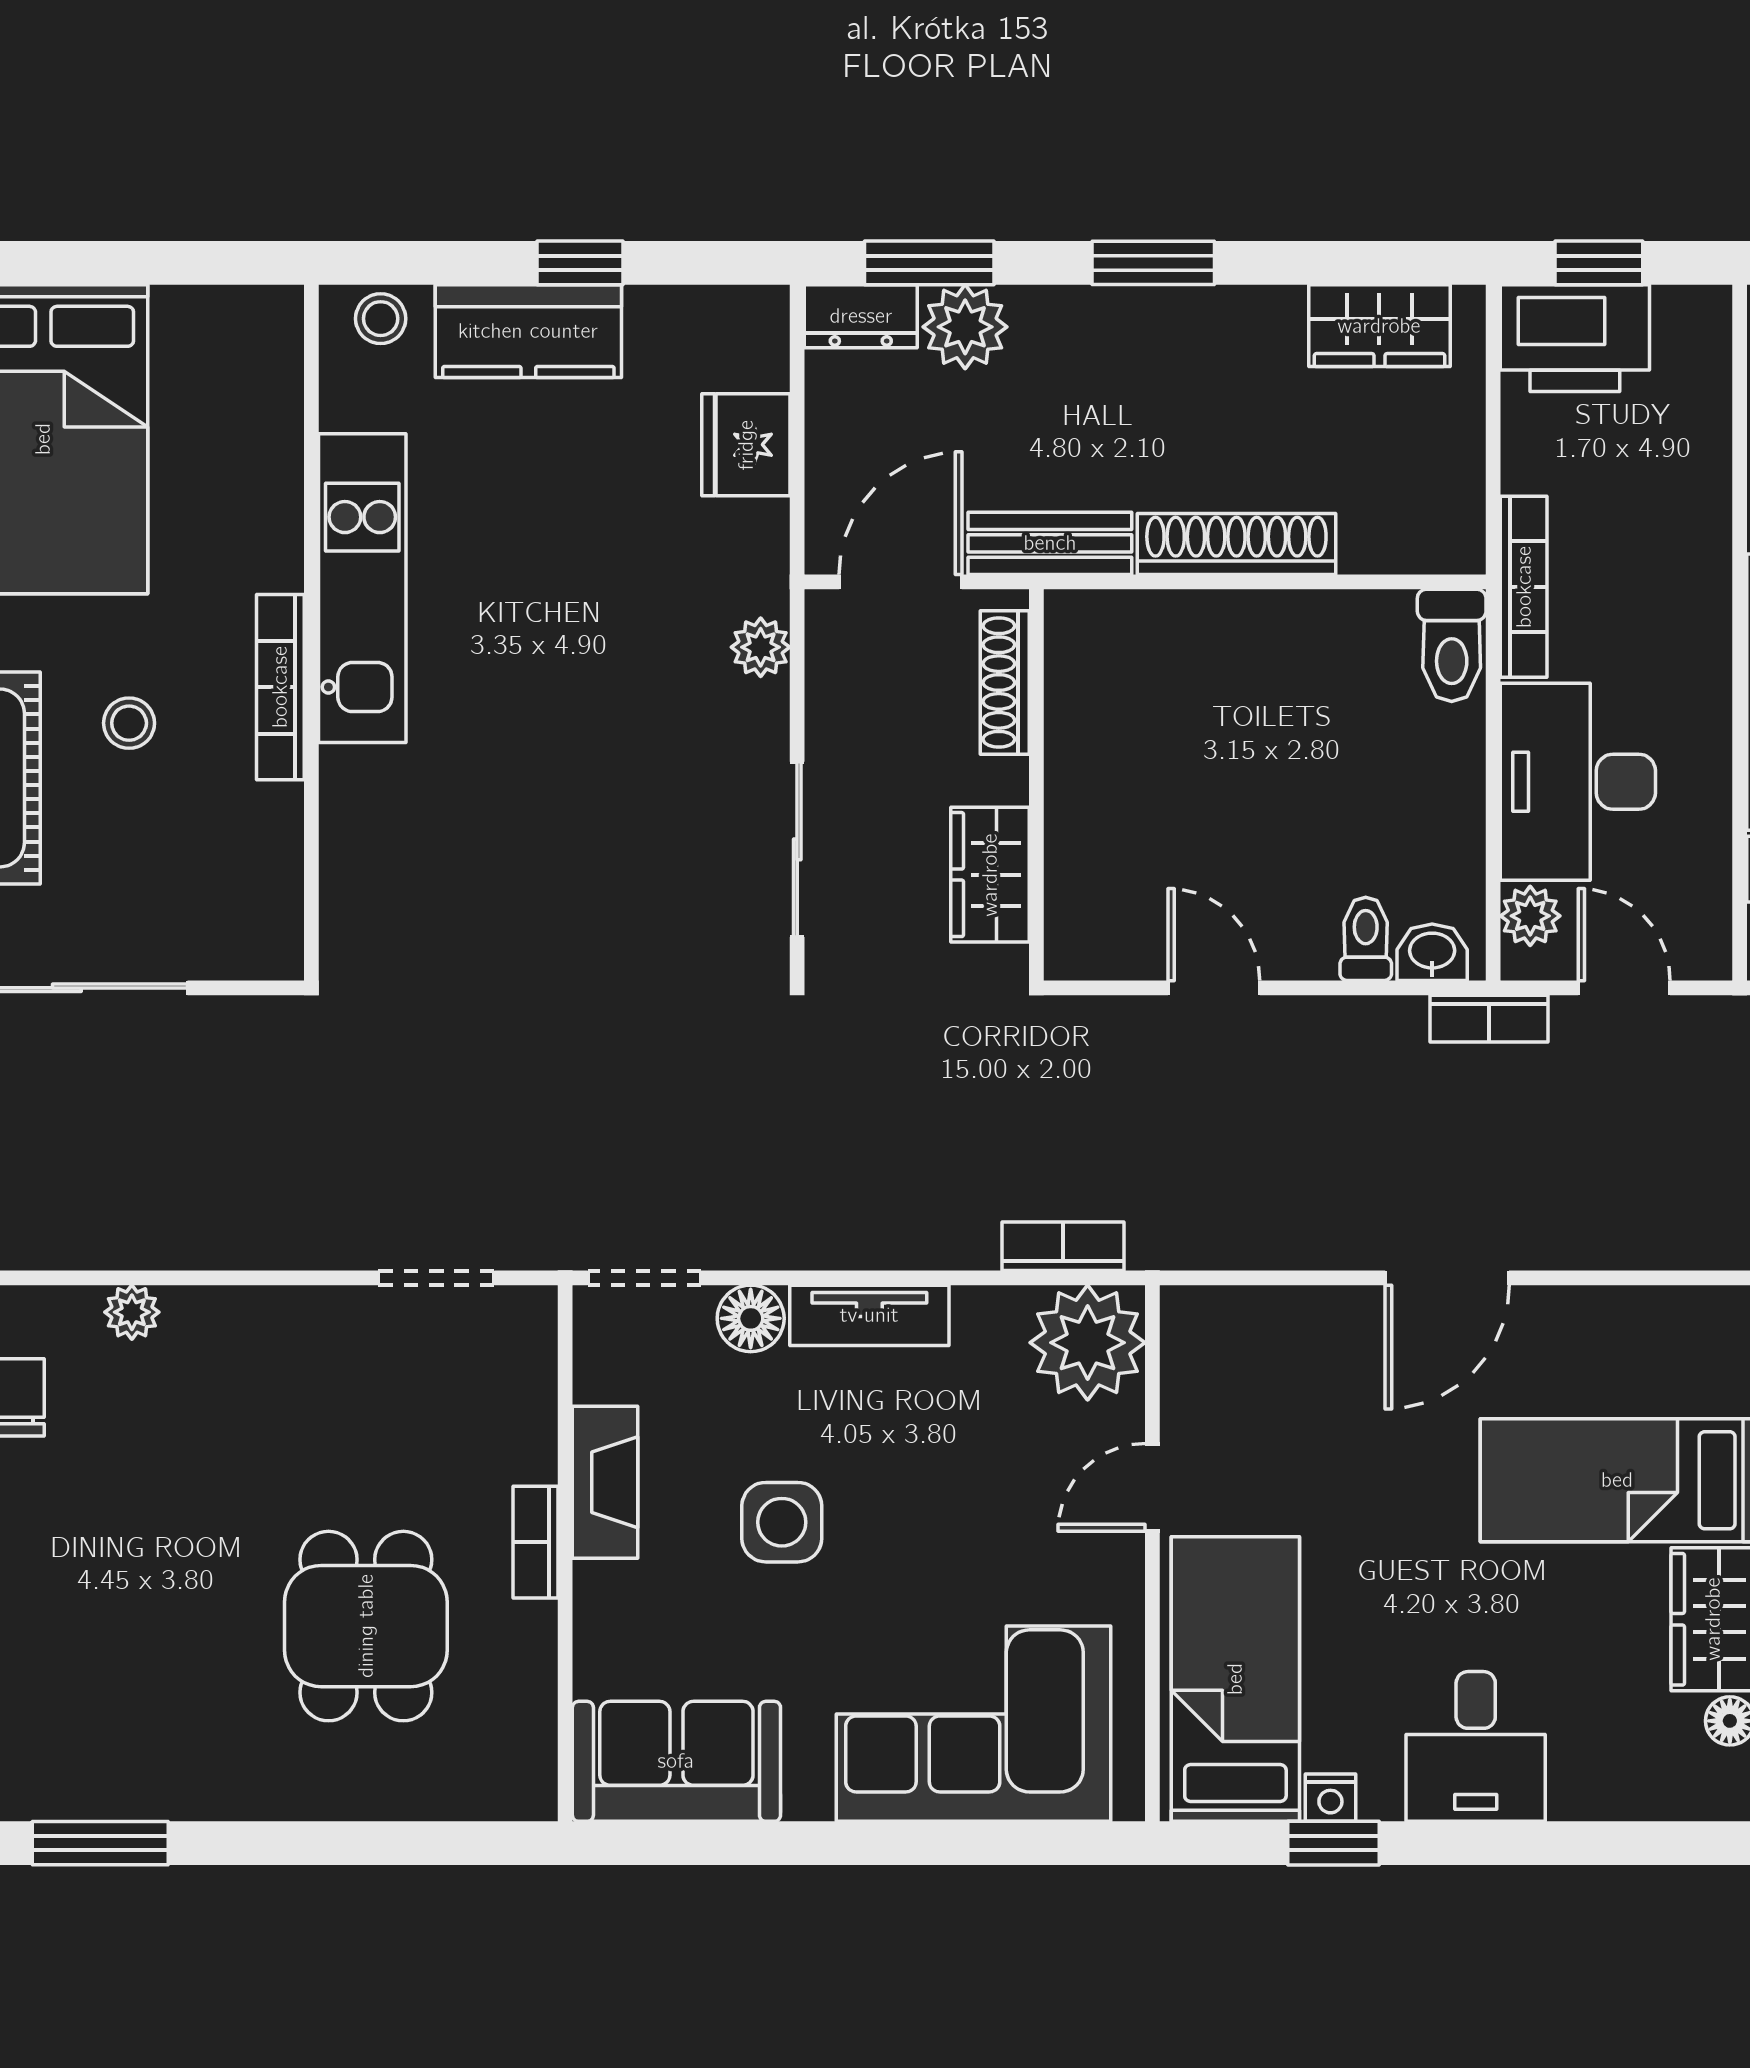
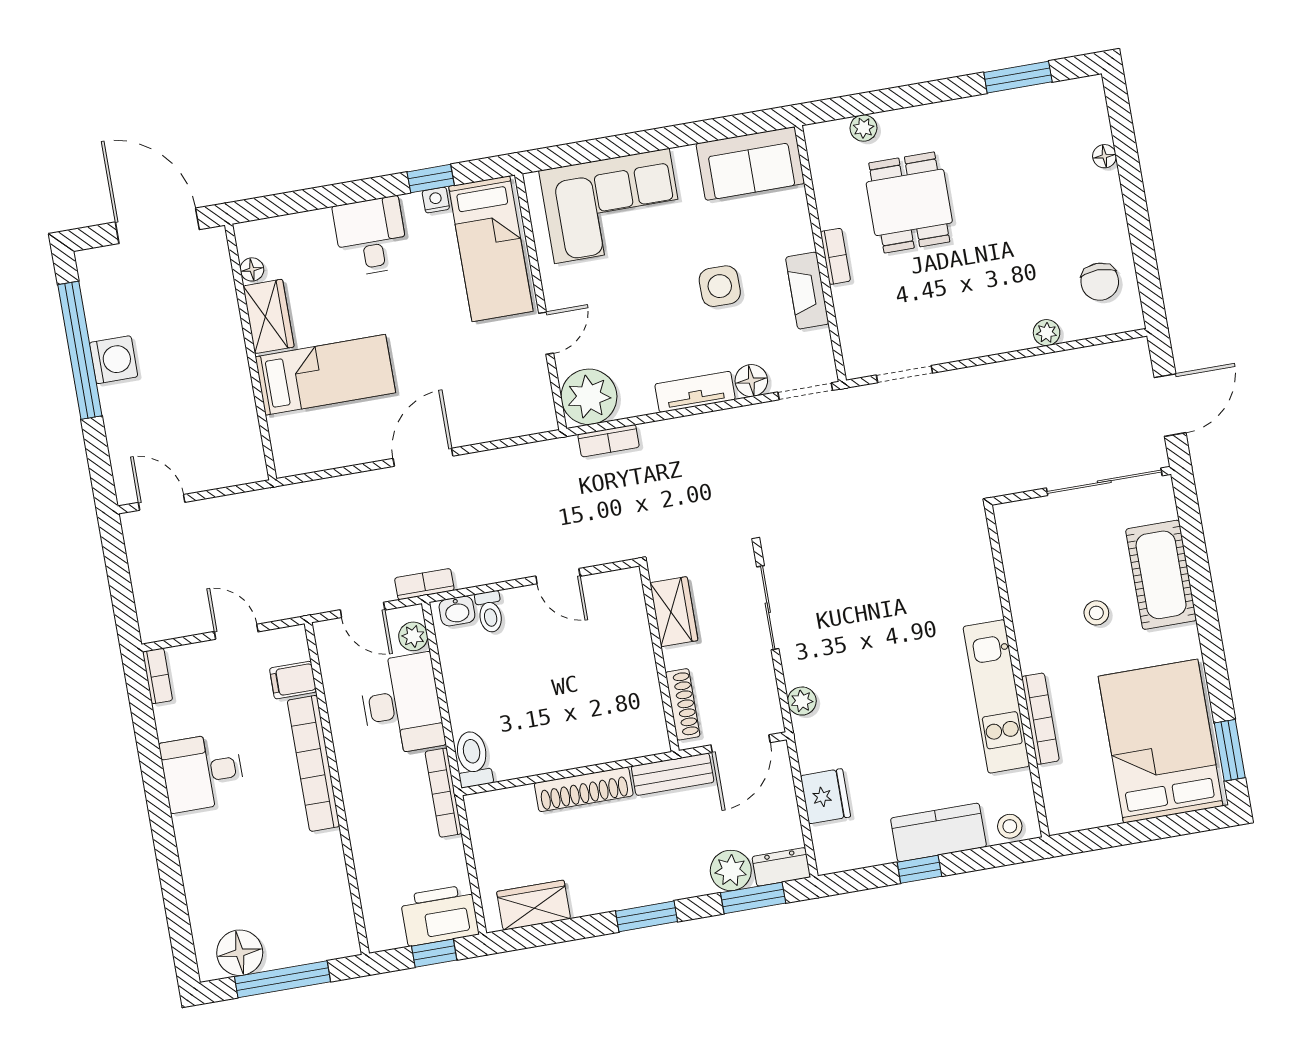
bookcase: (280, 687) -> (1040, 719), moved
plant: (433, 1794) -> (863, 128), added

